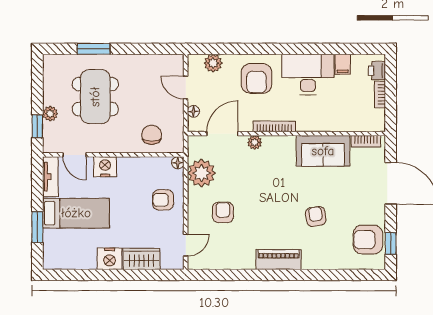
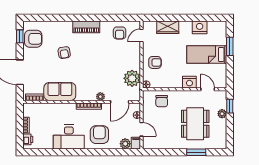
filing cabinet: (343, 64) -> (136, 143), moved
tv unit: (50, 177) -> (222, 76), removed
armchair: (223, 212) -> (120, 33), moved
nightstand: (110, 259) -> (200, 27), moved

